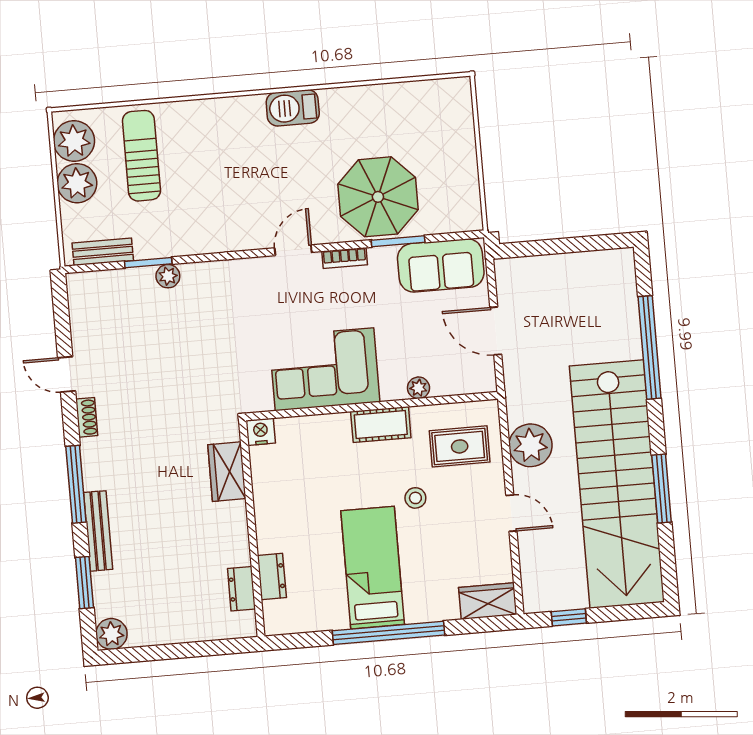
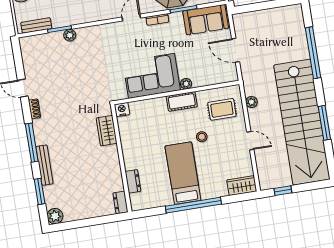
plant: (418, 388) -> (186, 84), moved
plant: (530, 445) -> (252, 102), width x0.53, depth x0.53
dresser: (241, 589) -> (120, 202), moved

